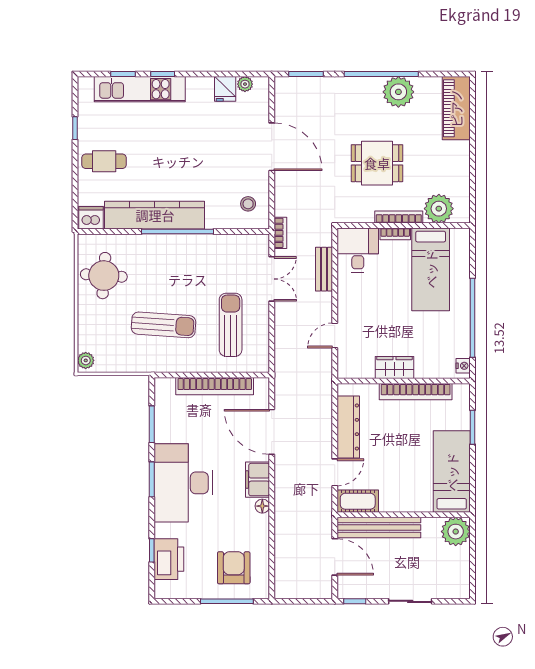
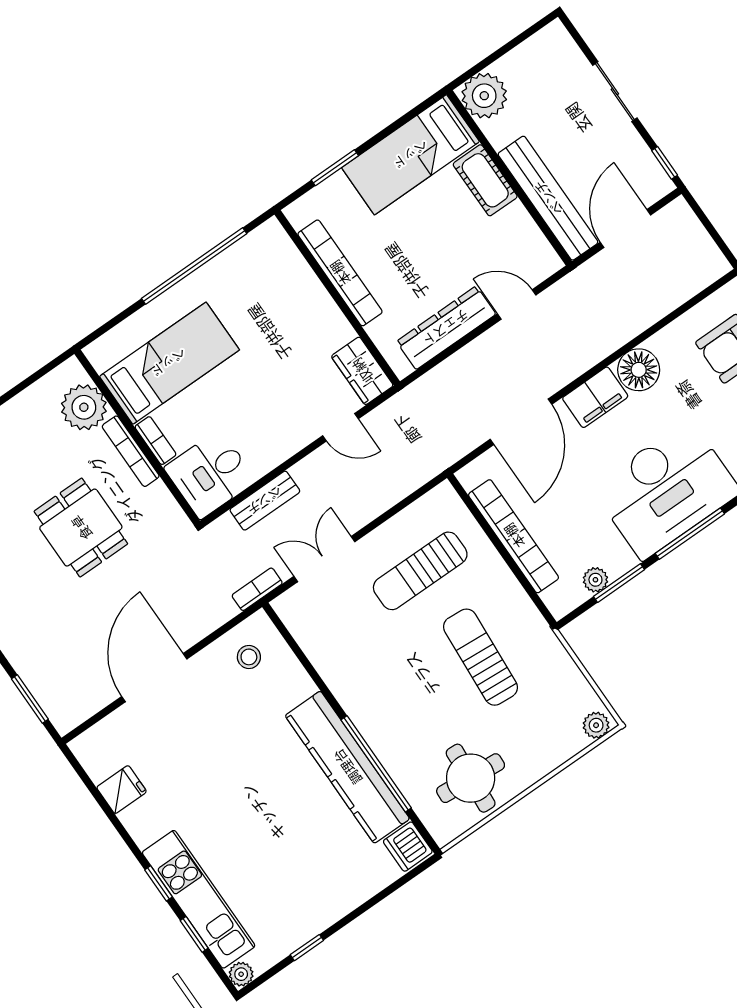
plant: (245, 84) -> (241, 974), moved
cafe table: (104, 161) -> (323, 880), removed
window: (178, 231) -> (376, 764), moved
nightstand: (463, 366) -> (264, 235), removed
wardrobe: (394, 367) -> (362, 371), moved
plant: (162, 413) -> (595, 580), added
window: (152, 479) -> (690, 534), width x1.44
cot: (358, 501) -> (485, 180), moved
floor lamp: (262, 506) -> (639, 370), width x1.89, depth x1.89

